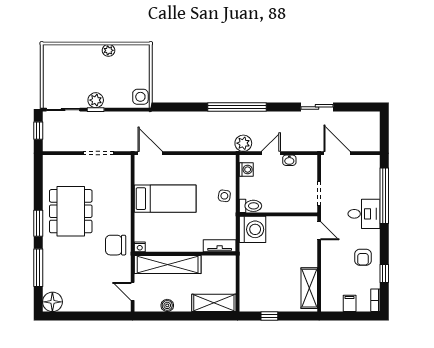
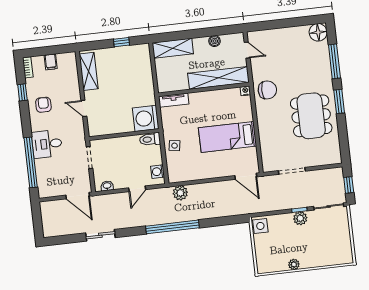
plant: (243, 143) -> (180, 193), moved
washbasin: (289, 160) -> (107, 186), moved
door: (319, 231) -> (84, 108), moved

